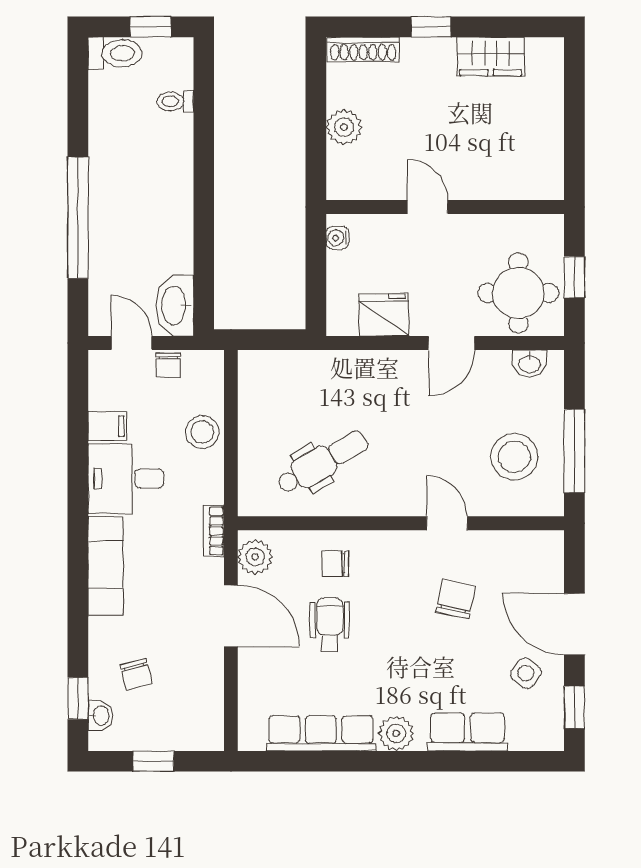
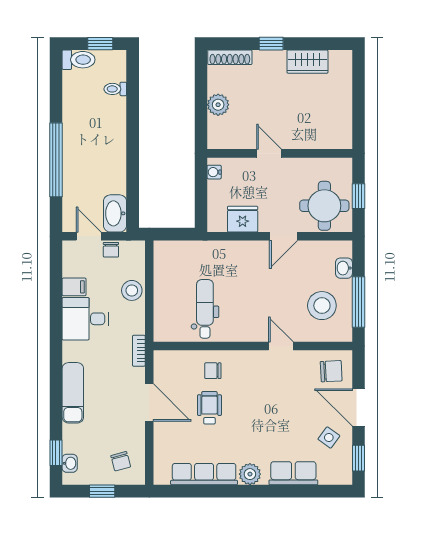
washbasin: (530, 363) -> (344, 268), moved, turned 90
dental chair: (322, 462) -> (205, 309), turned -60
plant: (255, 557) -> (164, 367), removed
exam couch: (106, 566) -> (73, 393), moved
chair: (456, 599) -> (331, 371), moved, turned 75
chair: (136, 675) -> (121, 461), moved

